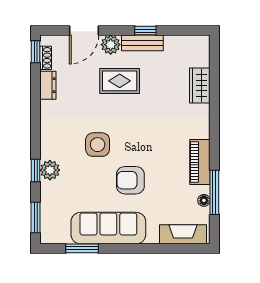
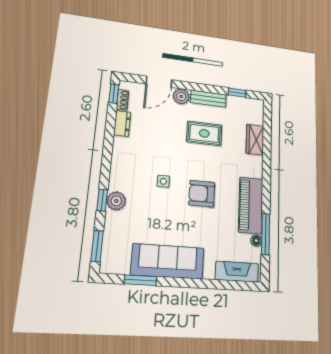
window: (145, 31) -> (237, 93), moved
rug: (120, 81) -> (204, 133), moved
side table: (98, 145) -> (163, 181), width x0.54, depth x0.54
piano: (200, 162) -> (251, 205), width x1.37, depth x1.33
armchair: (130, 180) -> (202, 194), moved

